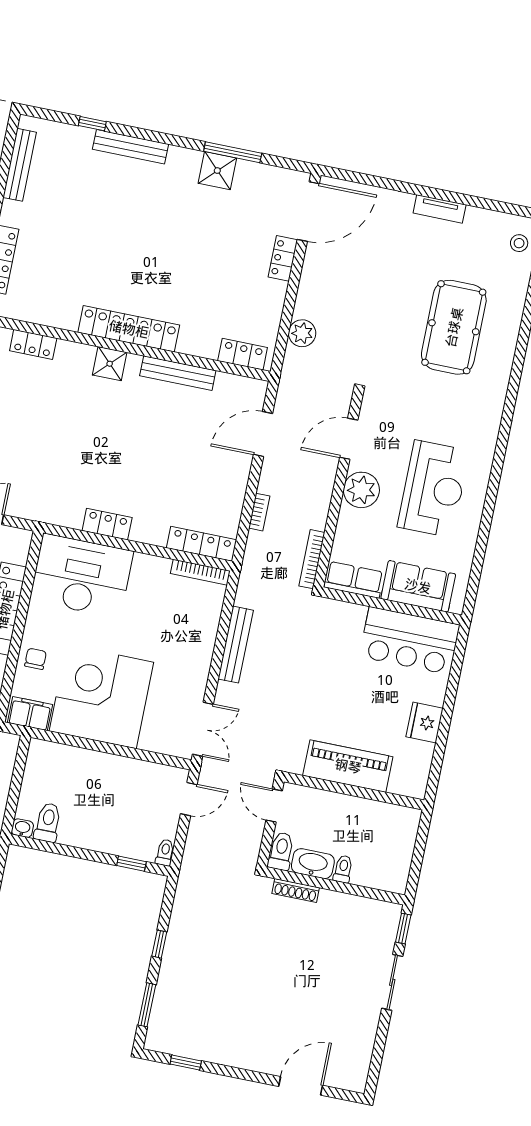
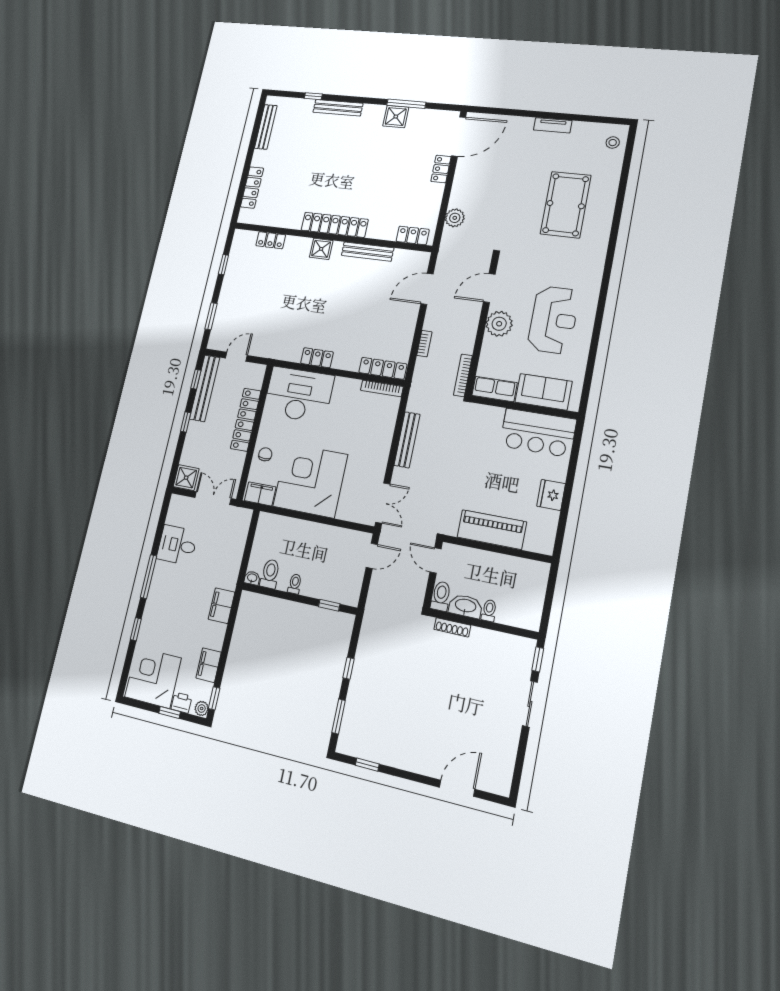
toilet: (165, 853) -> (295, 584), moved

